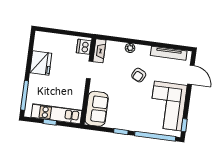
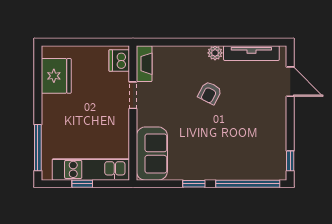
plant: (130, 48) -> (215, 53), moved
fridge: (41, 63) -> (56, 76), moved
corner sofa: (168, 106) -> (261, 135), removed

